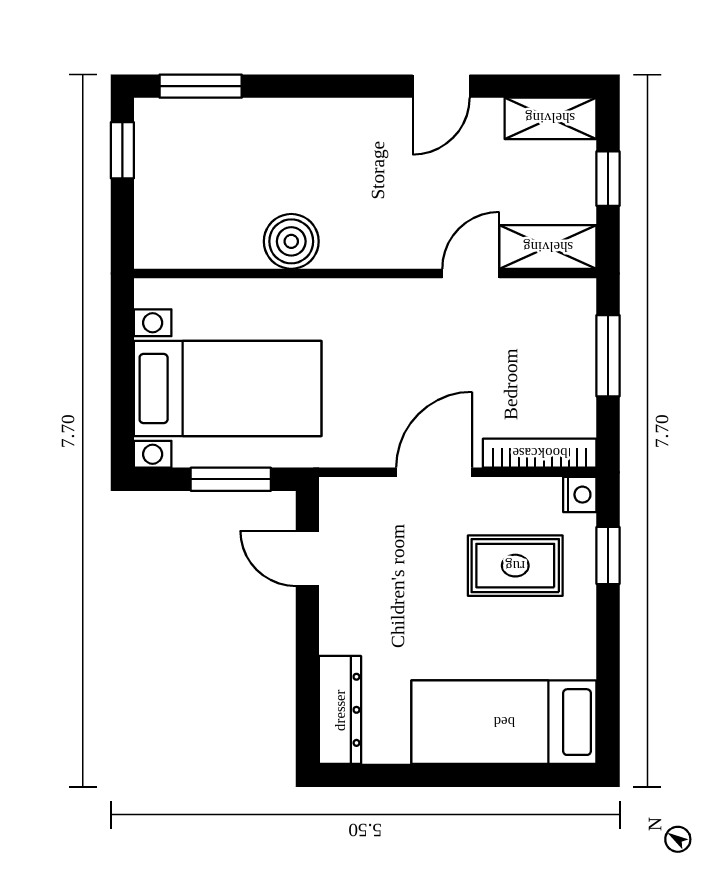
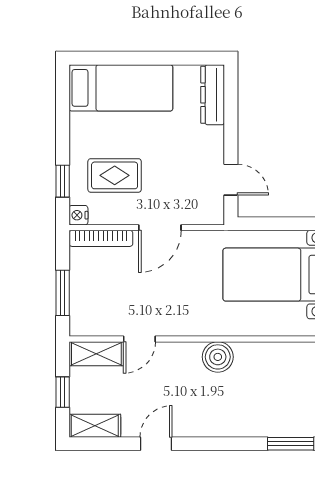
boiler: (291, 241) -> (218, 357), moved
window: (231, 479) -> (274, 224), removed

